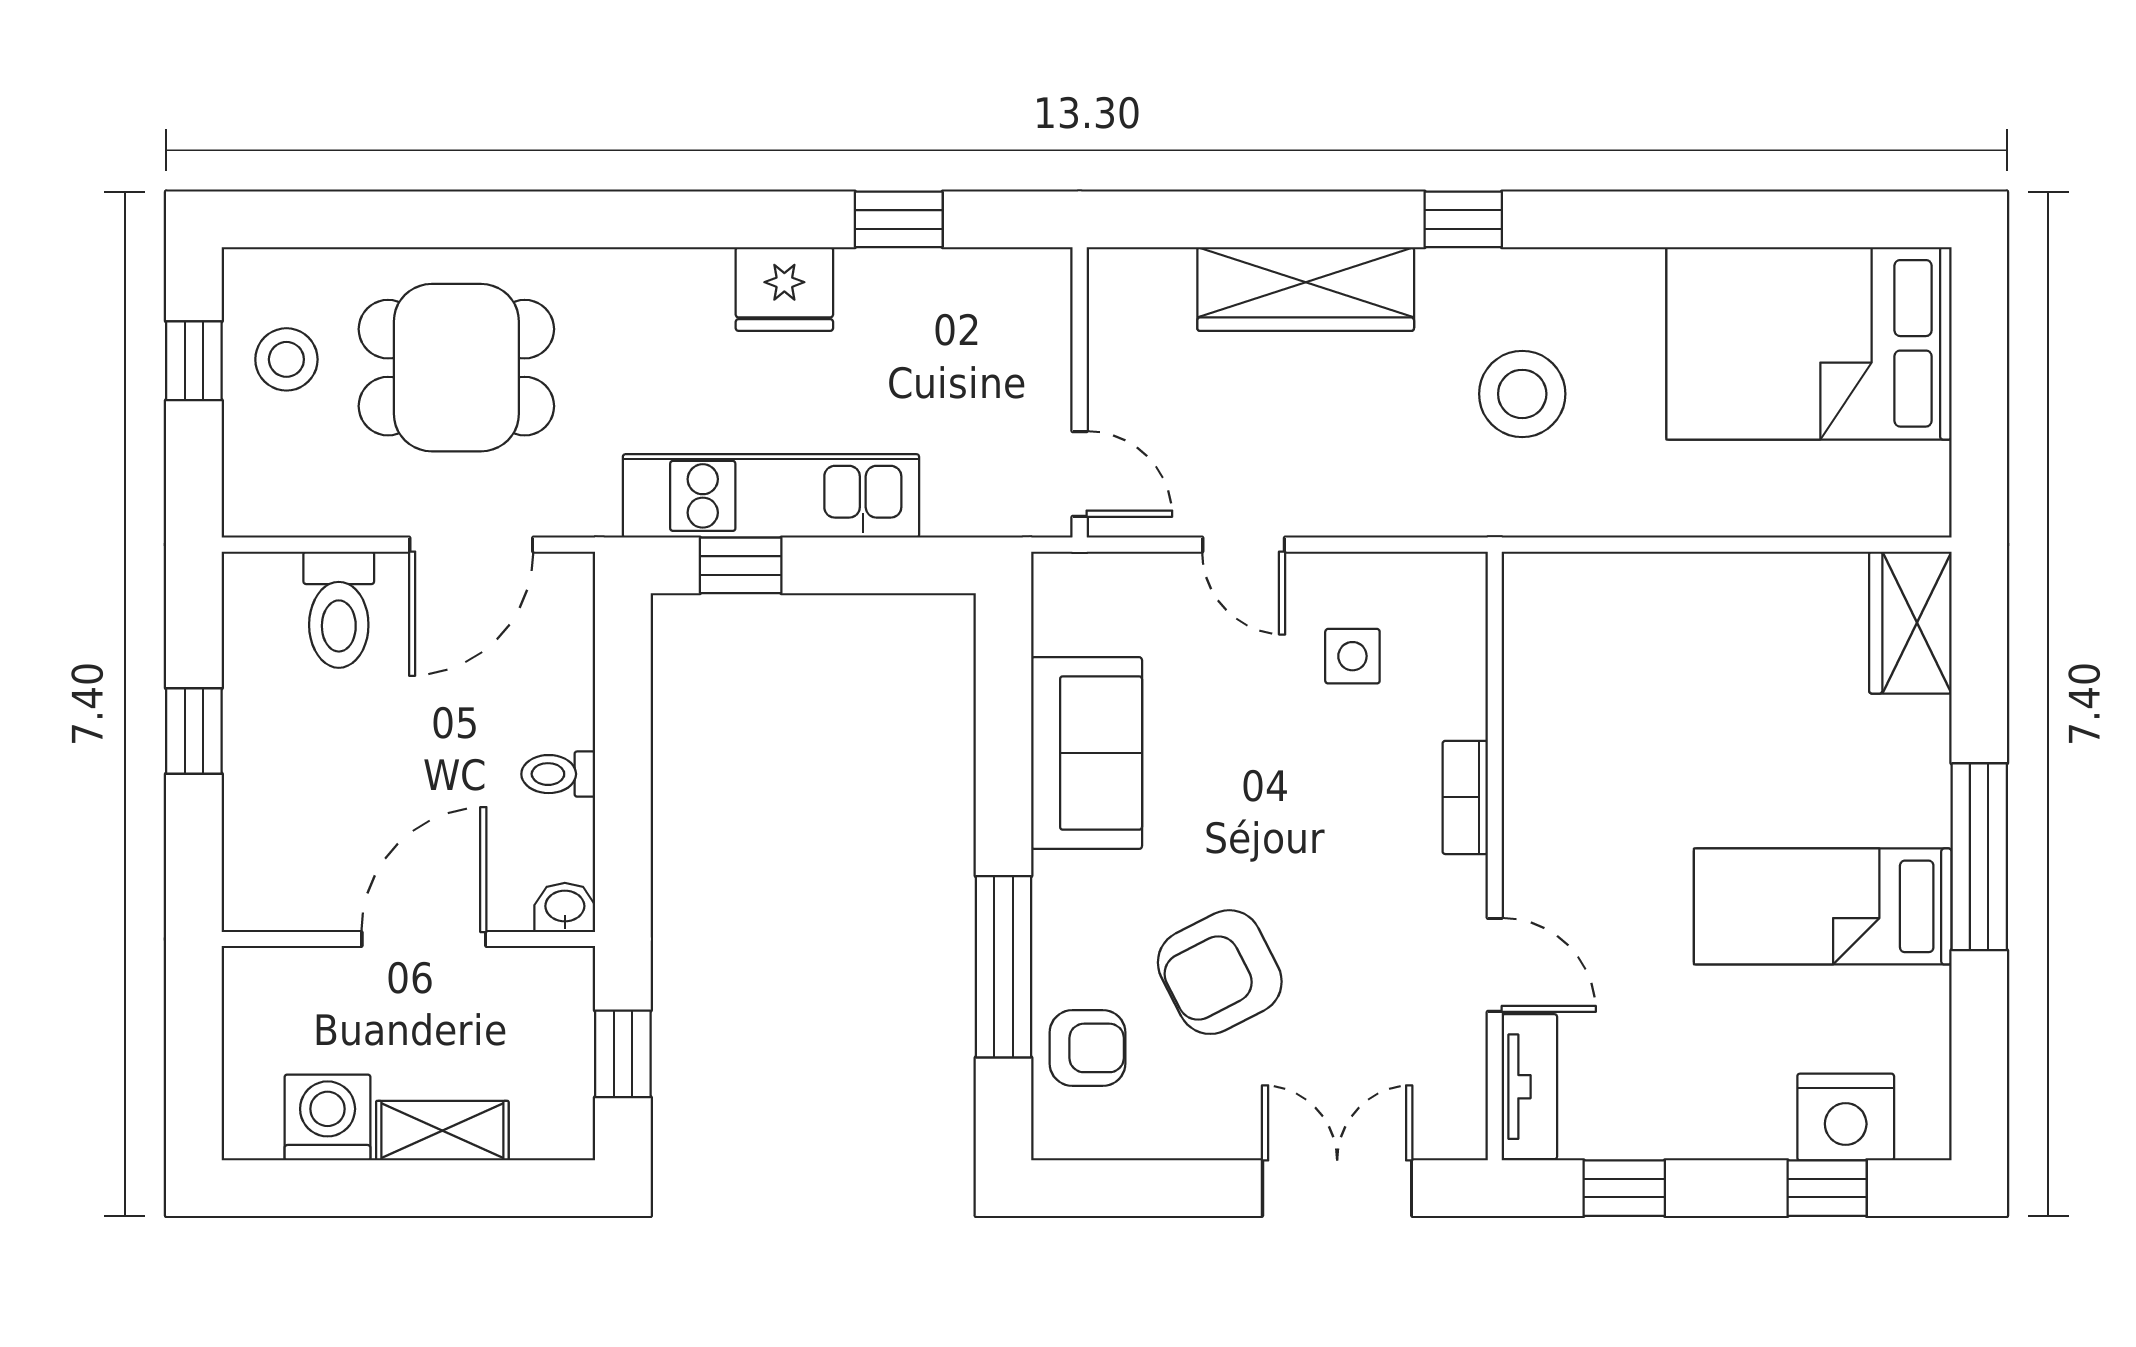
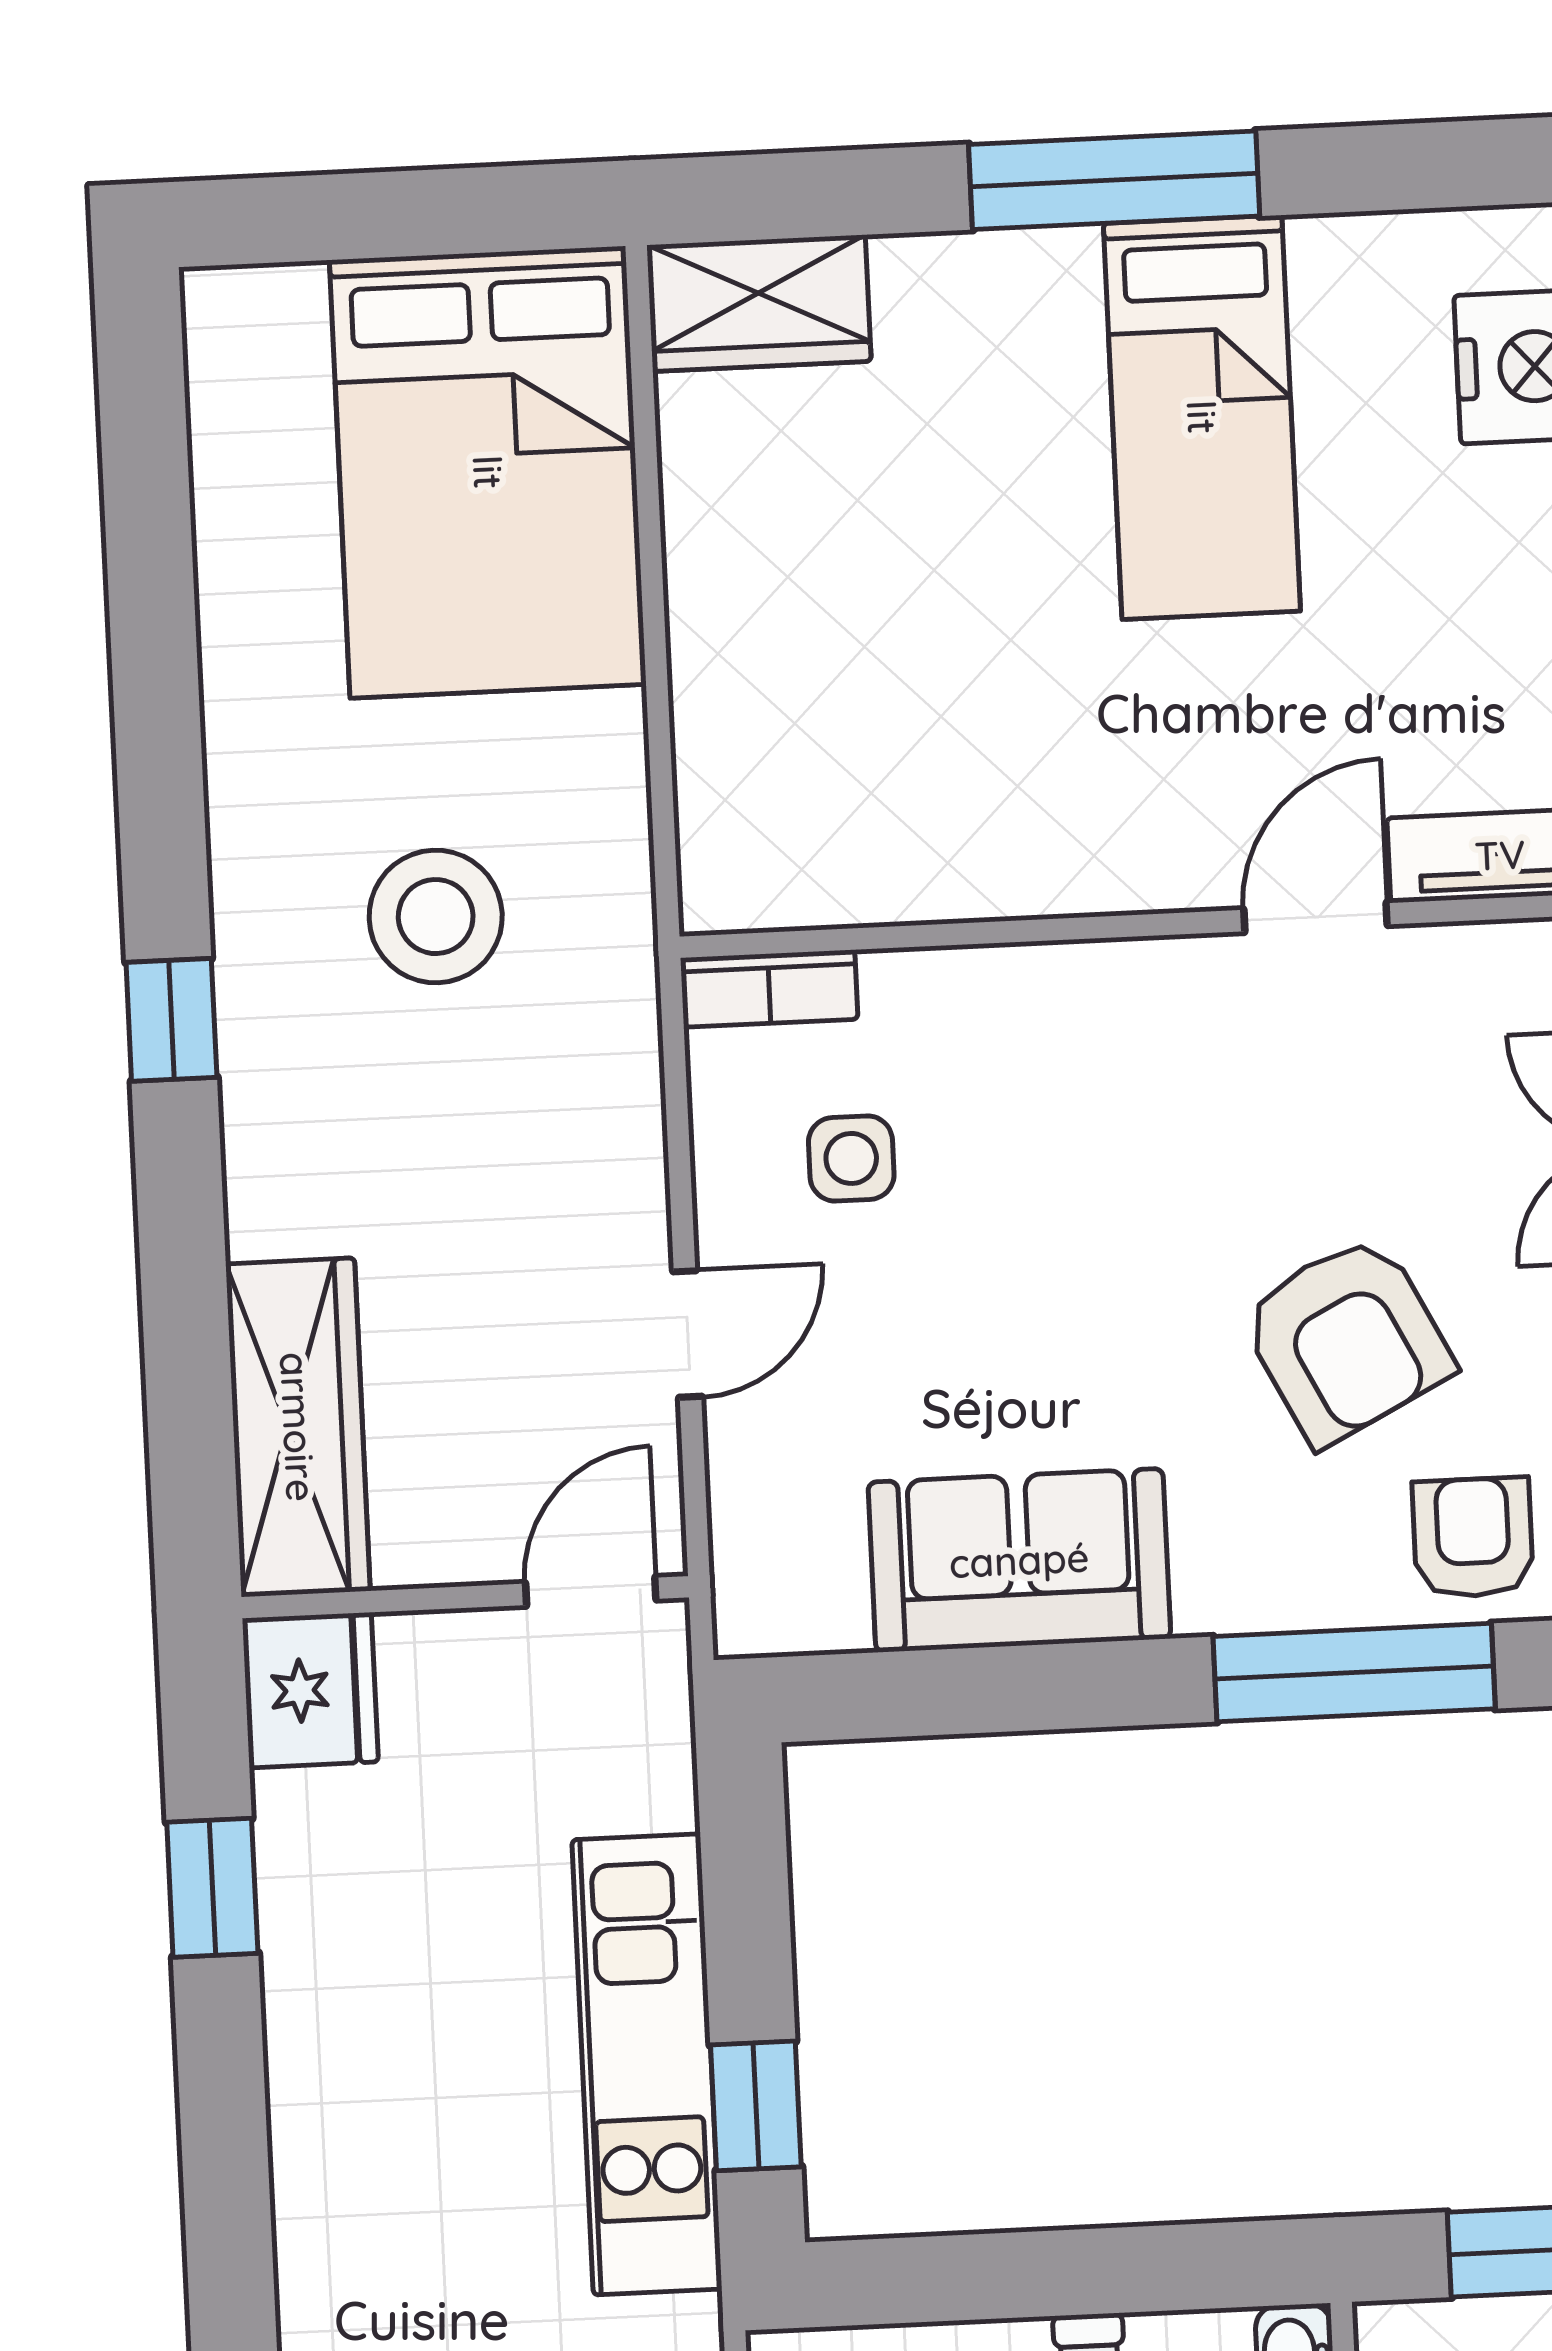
fridge: (784, 289) -> (310, 1690), moved
wardrobe: (1306, 289) -> (298, 1427), moved
bed: (1809, 343) -> (488, 472), moved
bookcase: (1465, 797) -> (769, 989), moved

